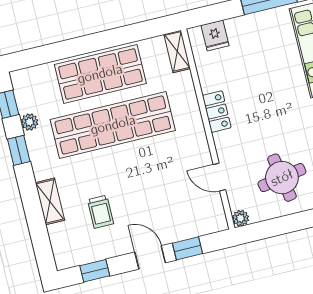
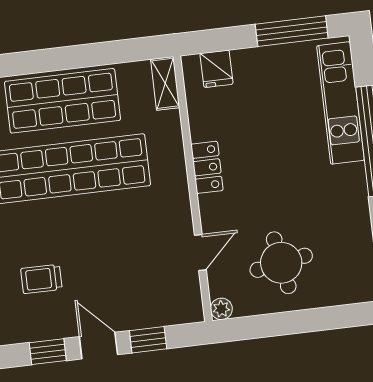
door: (219, 177) -> (200, 253), swing flipped
trolley: (101, 212) -> (41, 279), turned 90
window: (95, 271) -> (48, 352), moved

